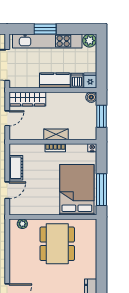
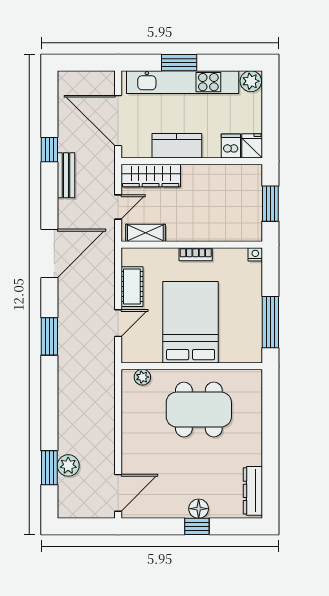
kitchen counter: (55, 80) -> (177, 146), moved
boiler: (91, 97) -> (254, 173), removed
shelving: (56, 134) -> (145, 233), moved
bed: (77, 190) -> (191, 322), moved
dining table: (57, 244) -> (199, 410), turned 90

